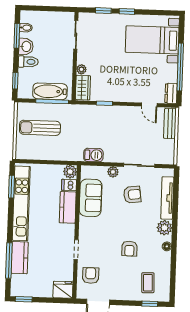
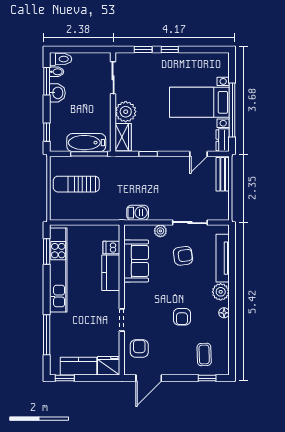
bed with nightstands: (152, 40) -> (199, 102), moved
toilet: (28, 62) -> (61, 59), moved
plant: (81, 69) -> (126, 112), width x1.87, depth x1.87
door: (149, 105) -> (199, 154), hinge flipped
plant: (70, 172) -> (112, 232), removed
kitchen counter: (20, 258) -> (78, 366), moved, turned -90

